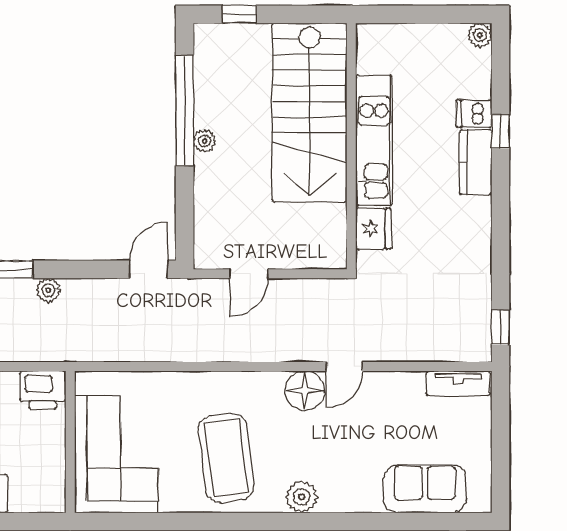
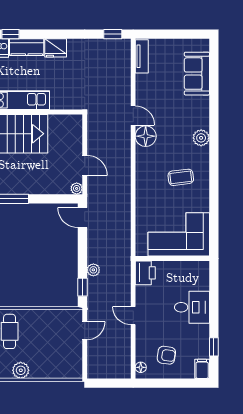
plant: (205, 141) -> (77, 188), moved
fridge: (373, 229) -> (56, 48), moved, turned 180
coffee table: (226, 458) -> (181, 177), width x0.54, depth x0.58

